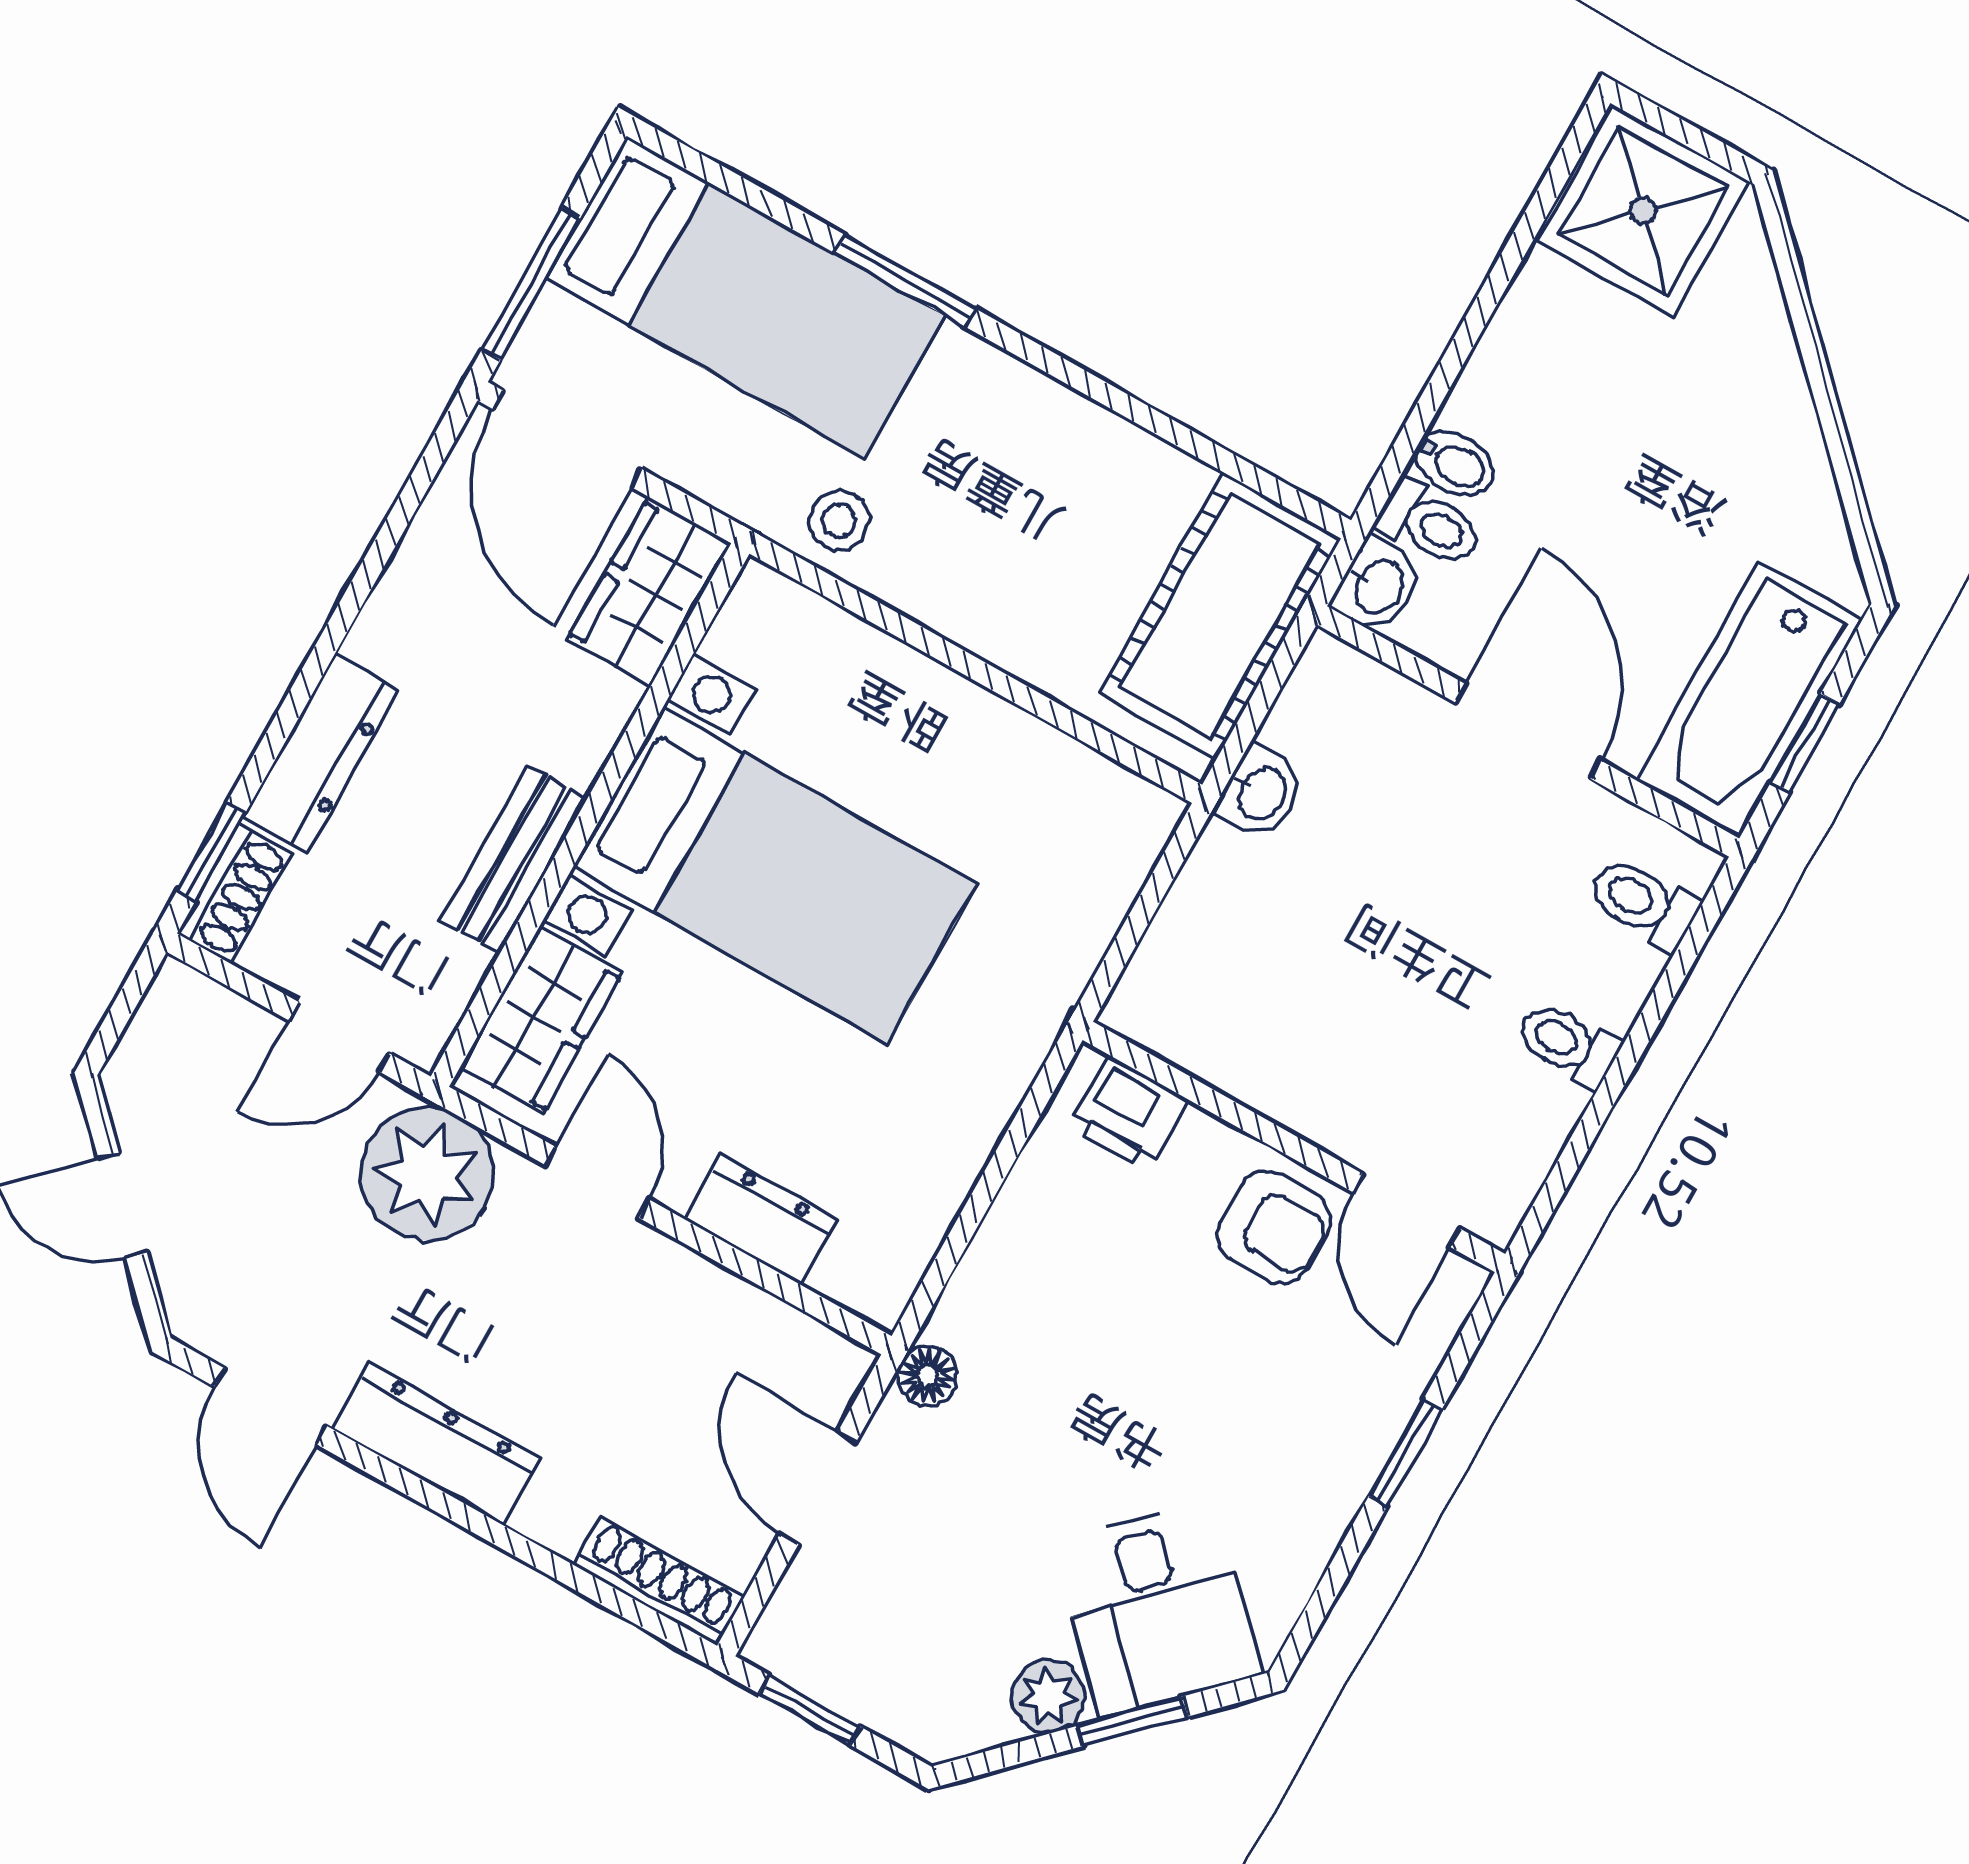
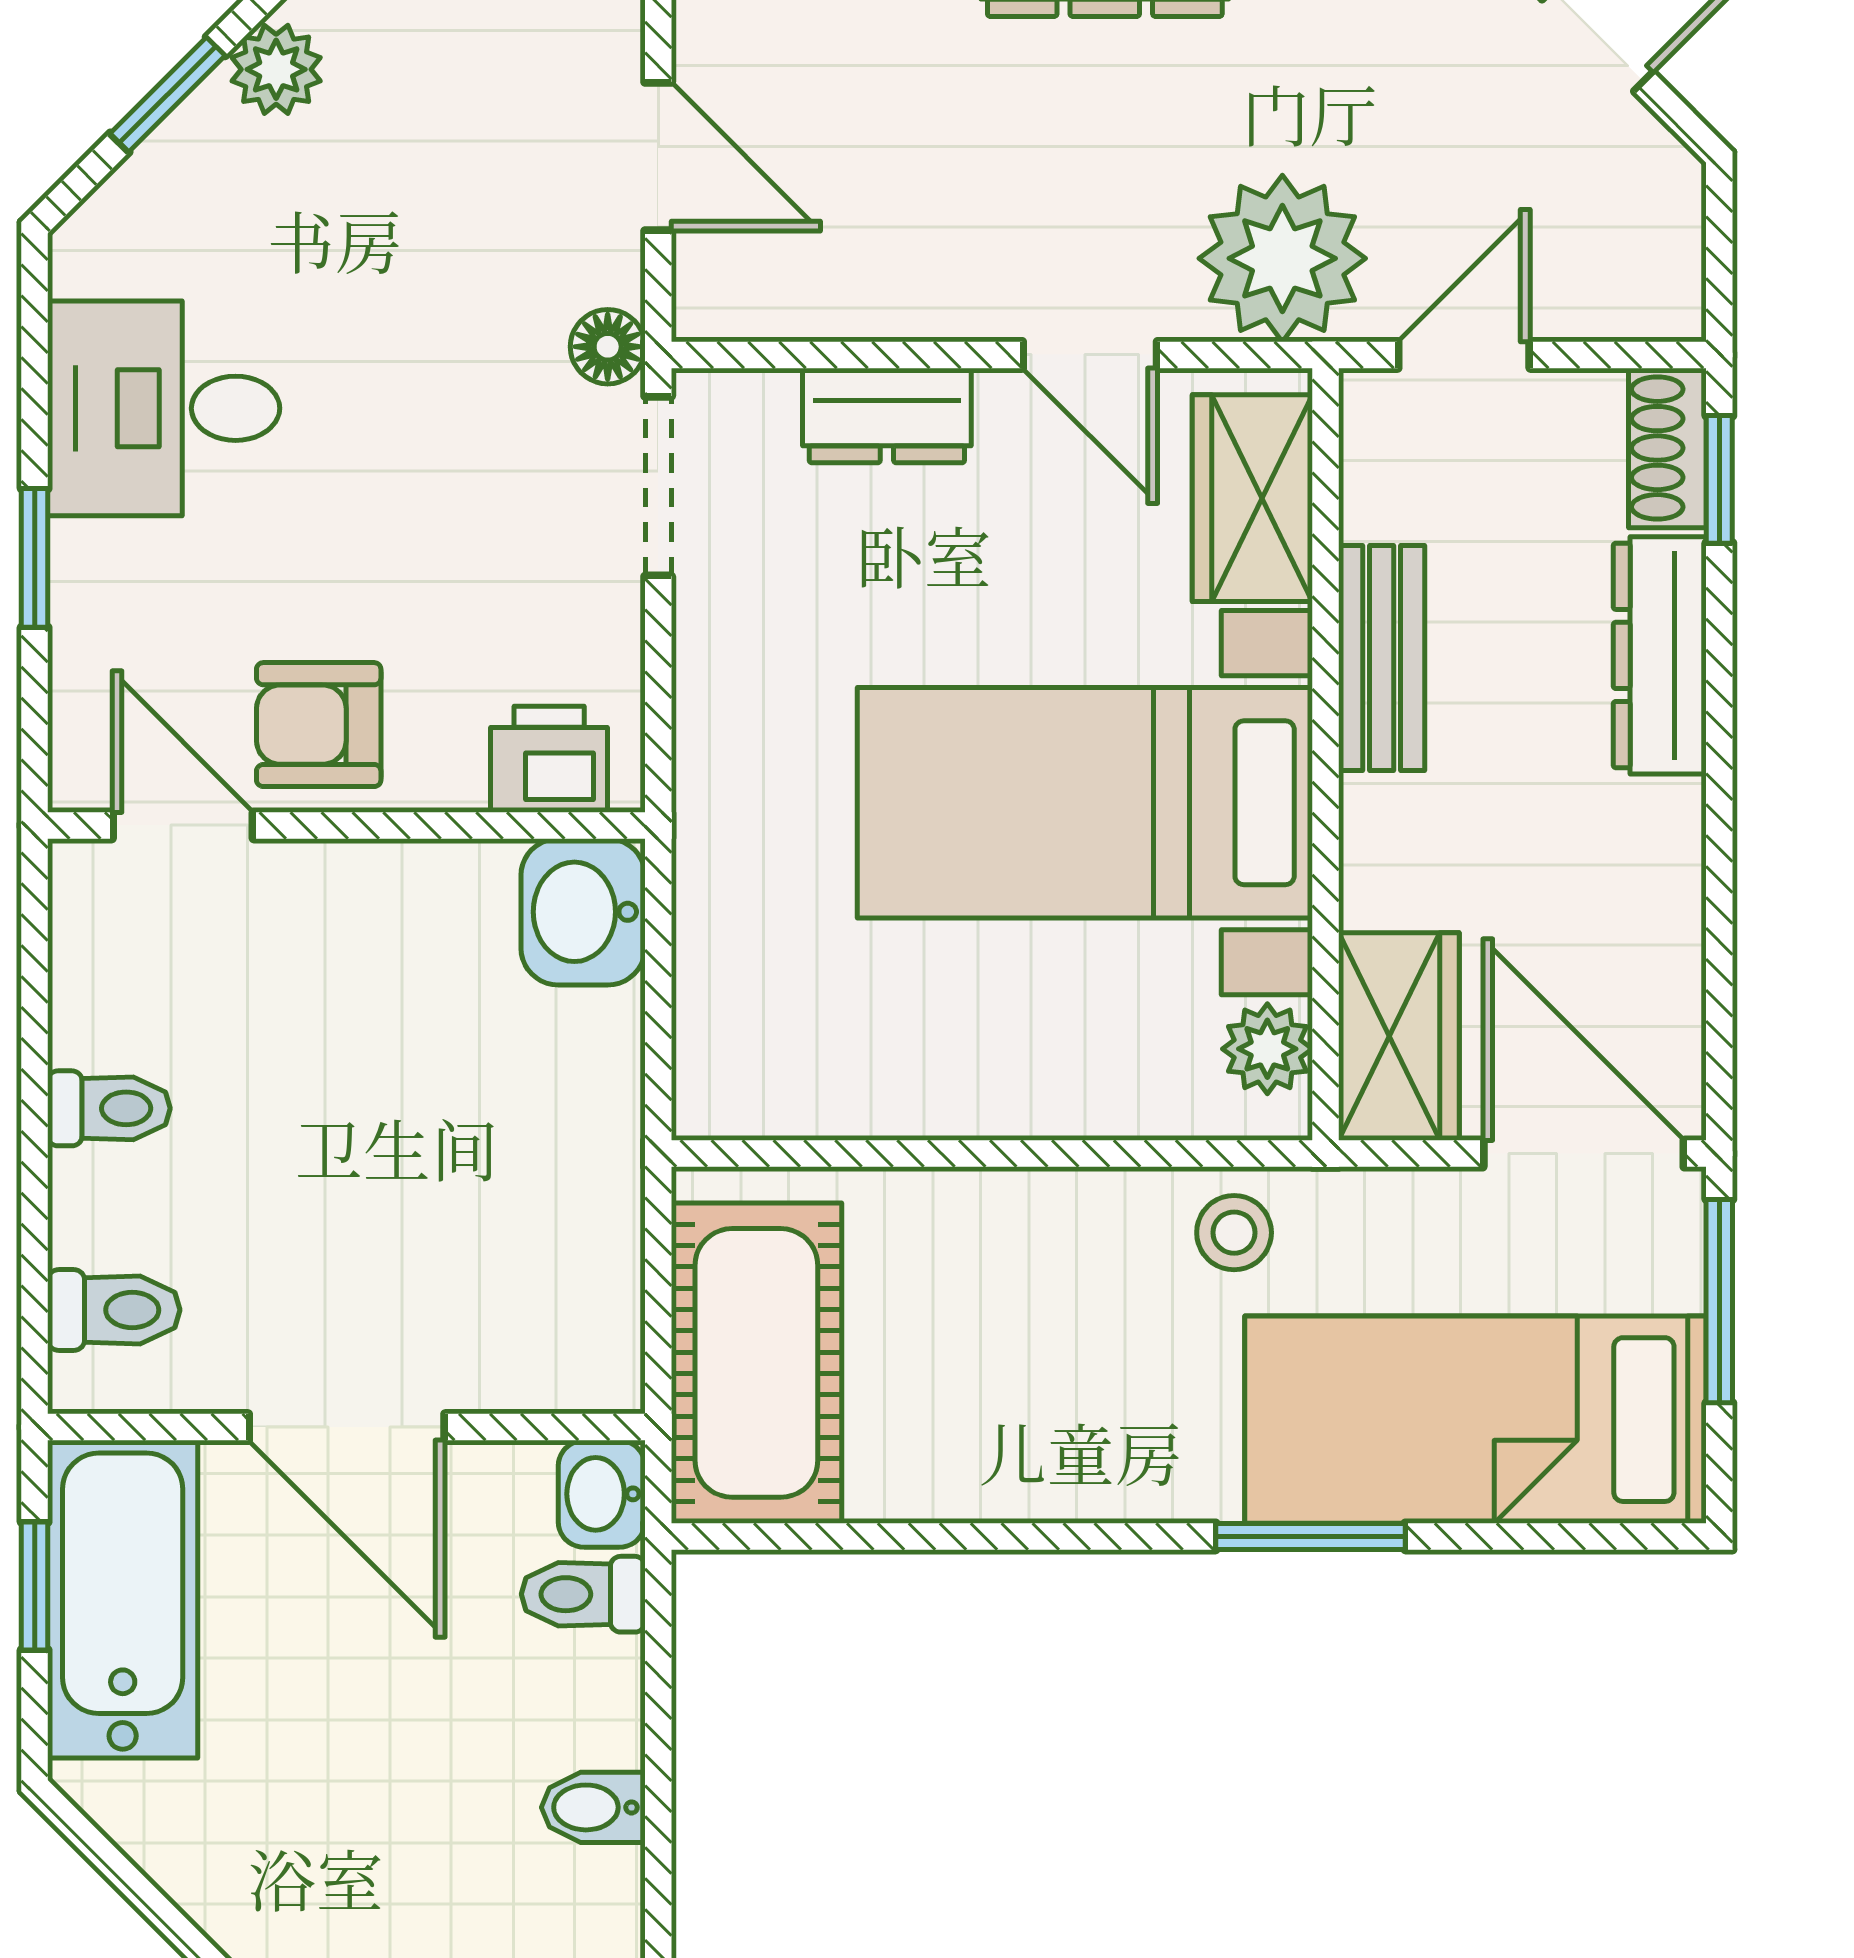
bidet: (1455, 463) -> (593, 1807), moved
plant: (745, 634) -> (1267, 1049), added
washbasin: (1261, 793) -> (583, 912), moved, width x1.38, depth x1.45
doorway: (947, 1260) -> (658, 486), added
desk: (1157, 1608) -> (164, 408), moved, turned -45

